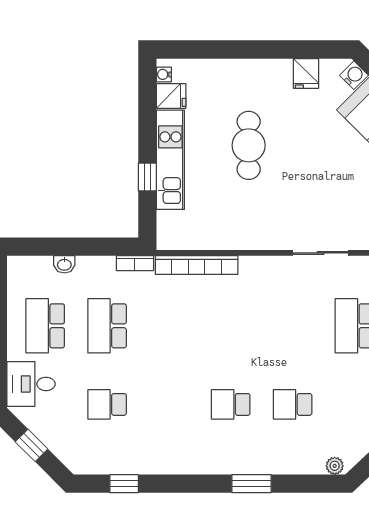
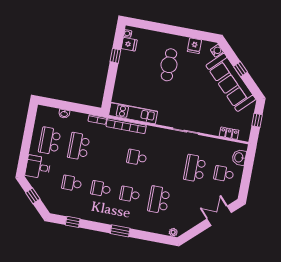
cafe table: (249, 145) -> (169, 65), moved
kitchen unit: (170, 160) -> (133, 113), moved, turned -90
window: (147, 177) -> (115, 56), moved
school desk: (231, 326) -> (137, 157), added
school desk: (169, 404) -> (101, 189), added
school desk: (293, 404) -> (159, 200), width x1.85
window: (251, 484) -> (120, 231), moved

